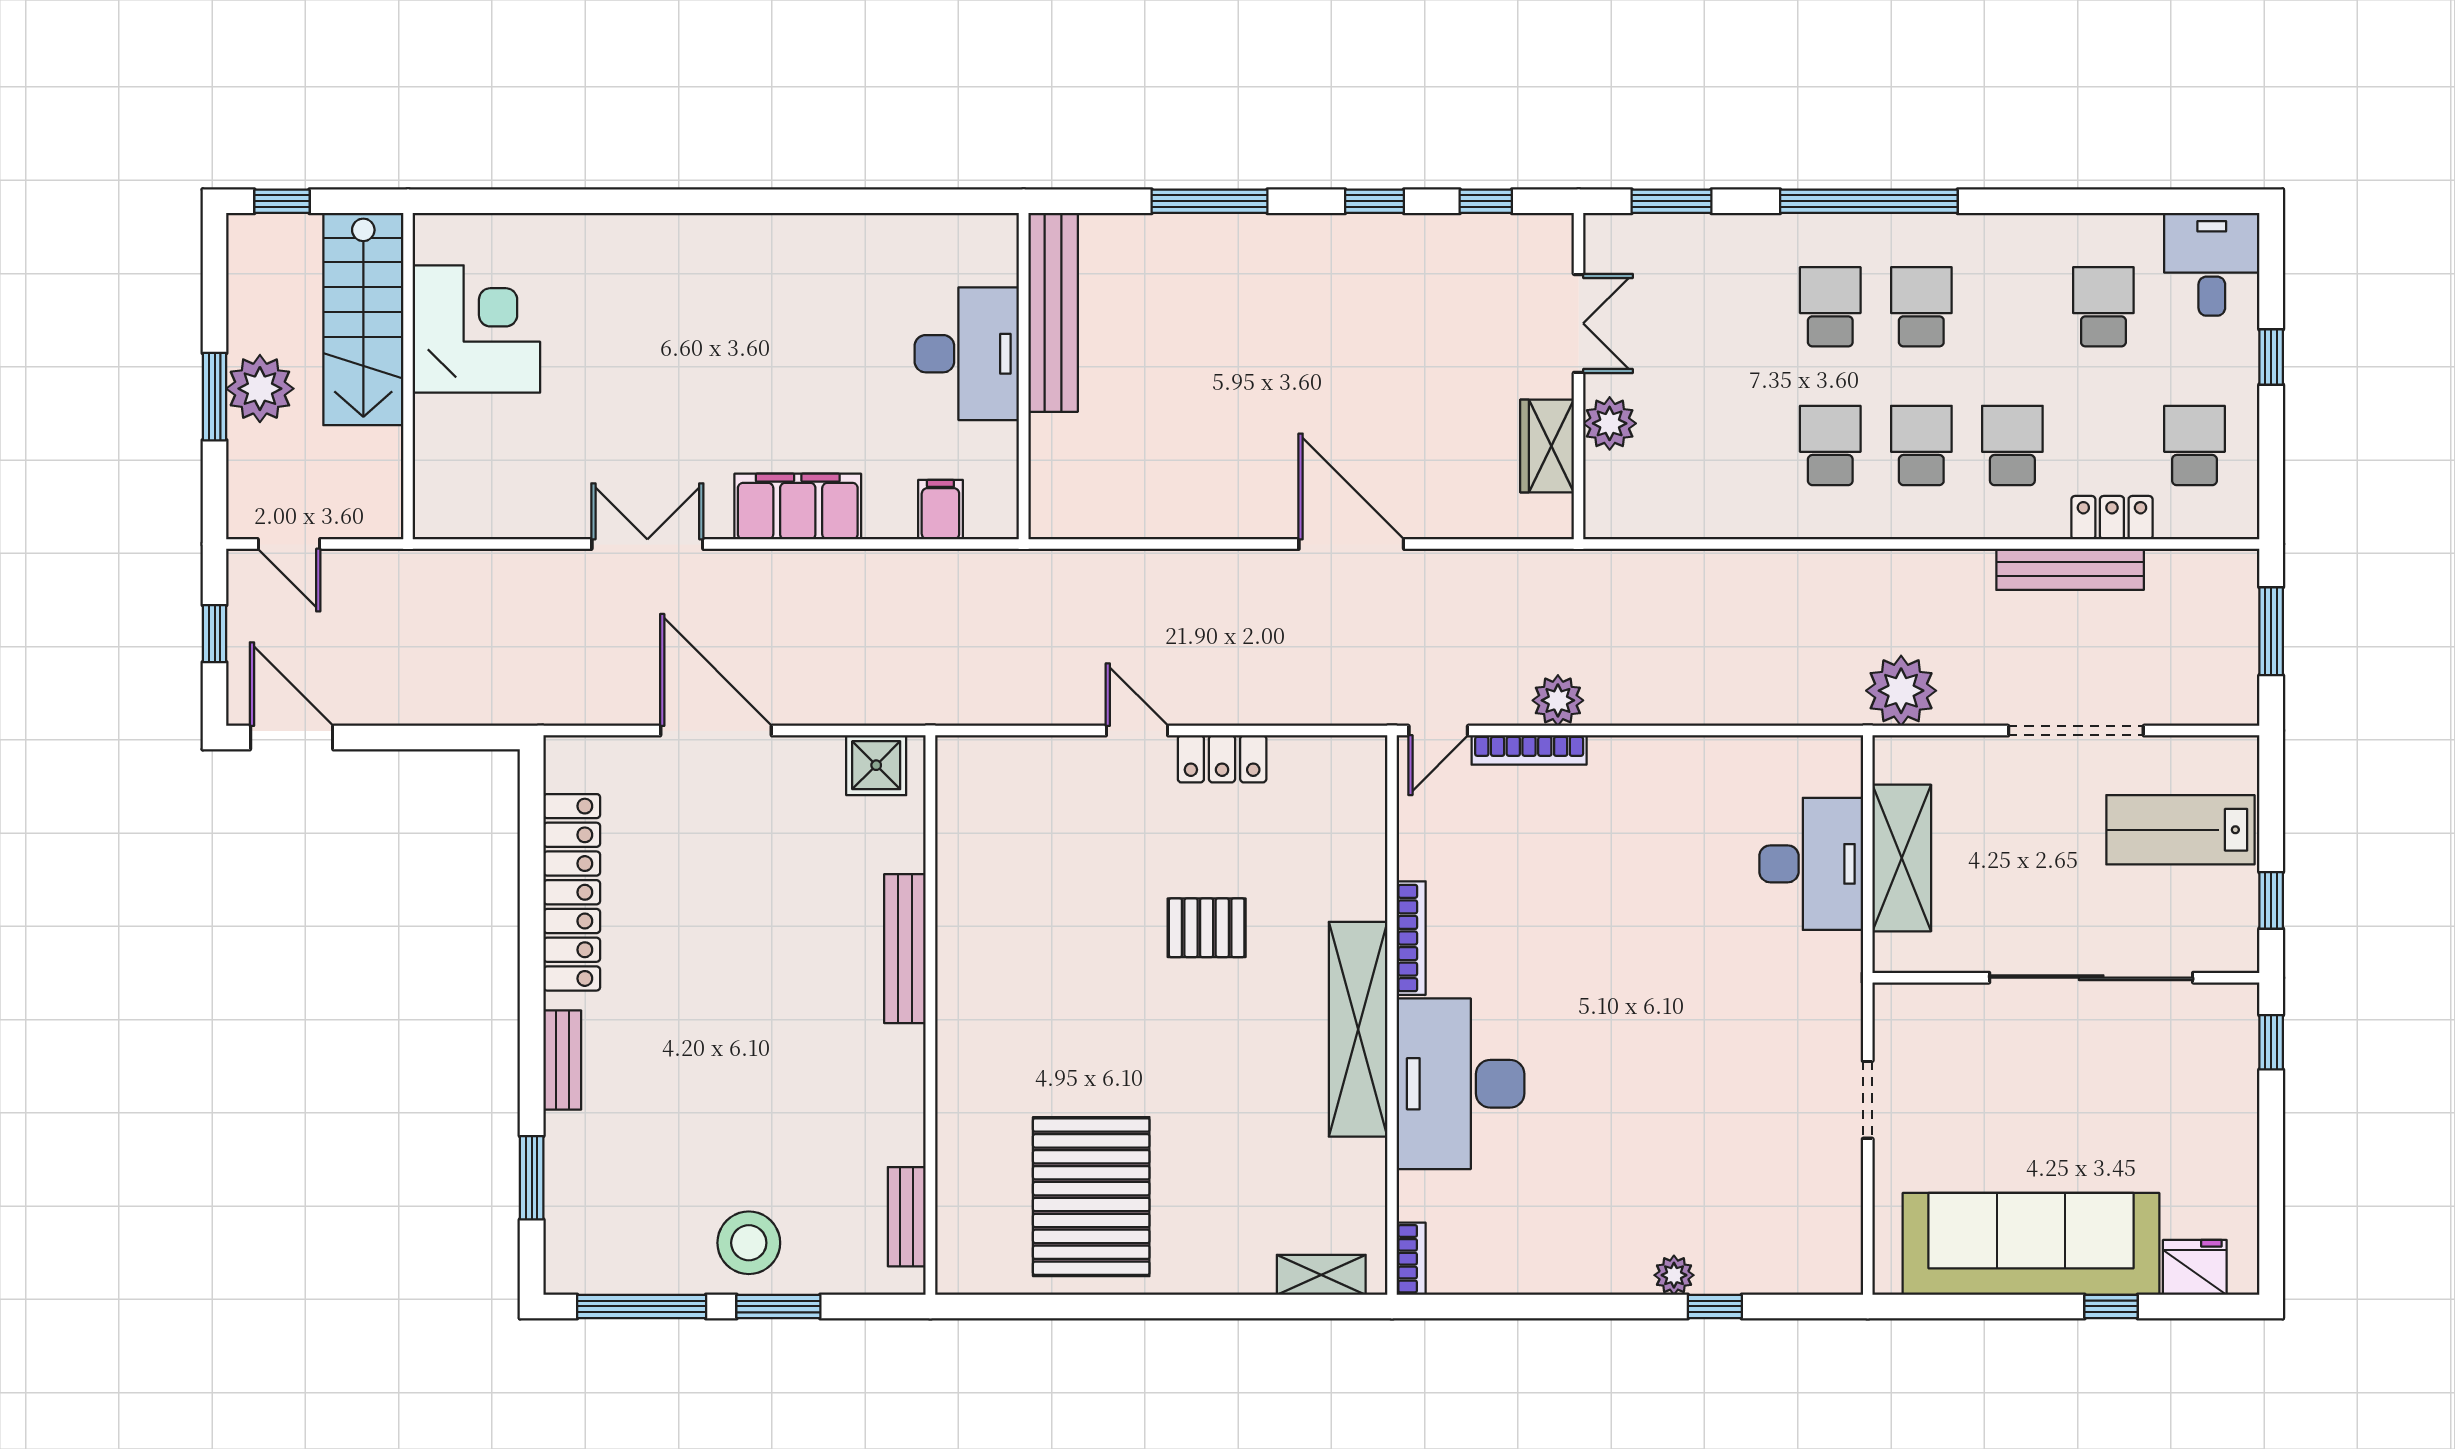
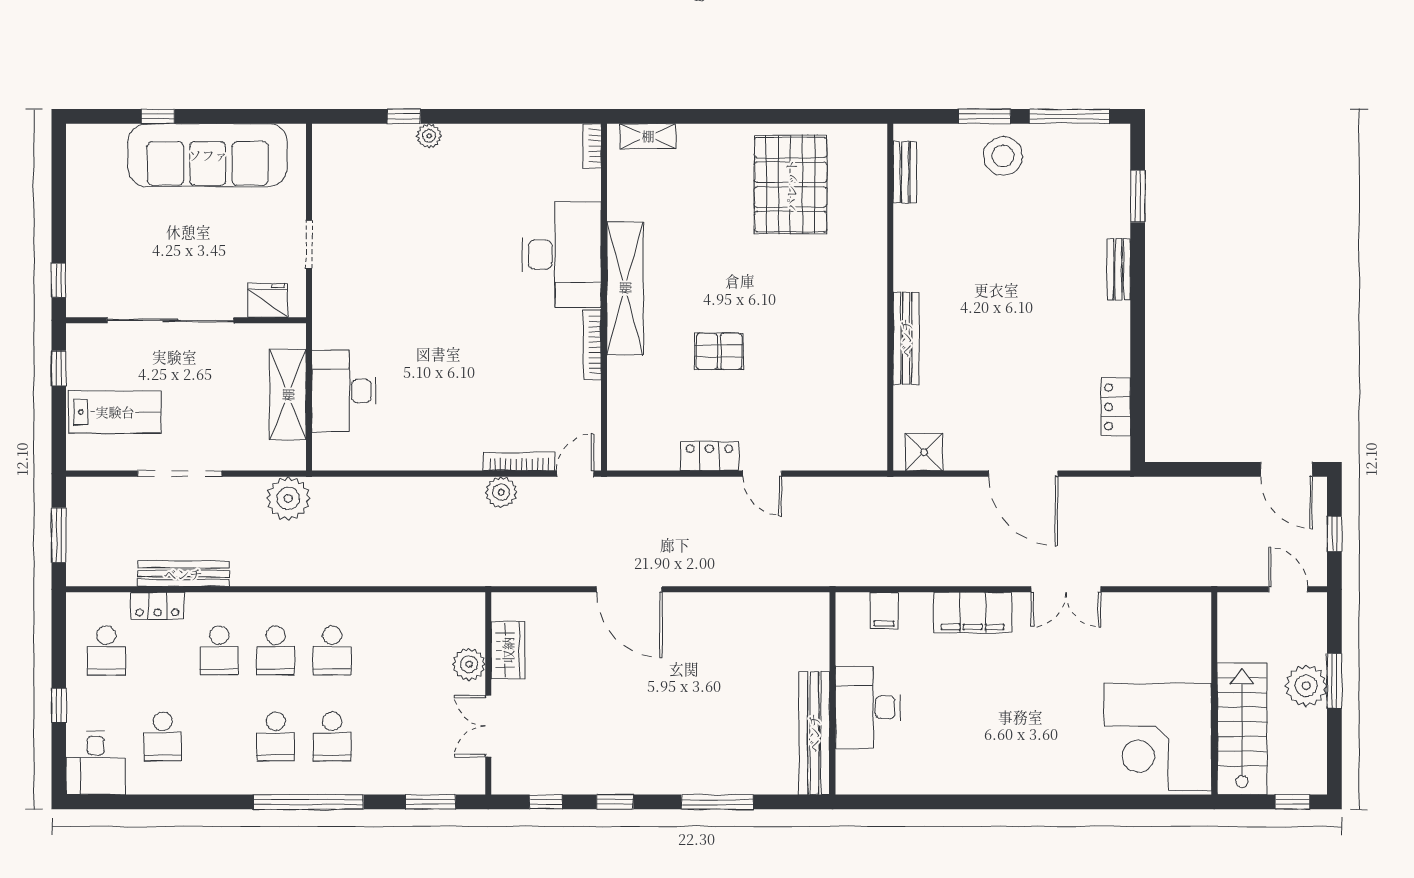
corner desk: (476, 329) -> (1158, 737), width x1.36, depth x1.36
locker: (572, 892) -> (1116, 407), width x0.46, depth x0.83
fridge: (2195, 1267) -> (268, 300), moved, turned 180

